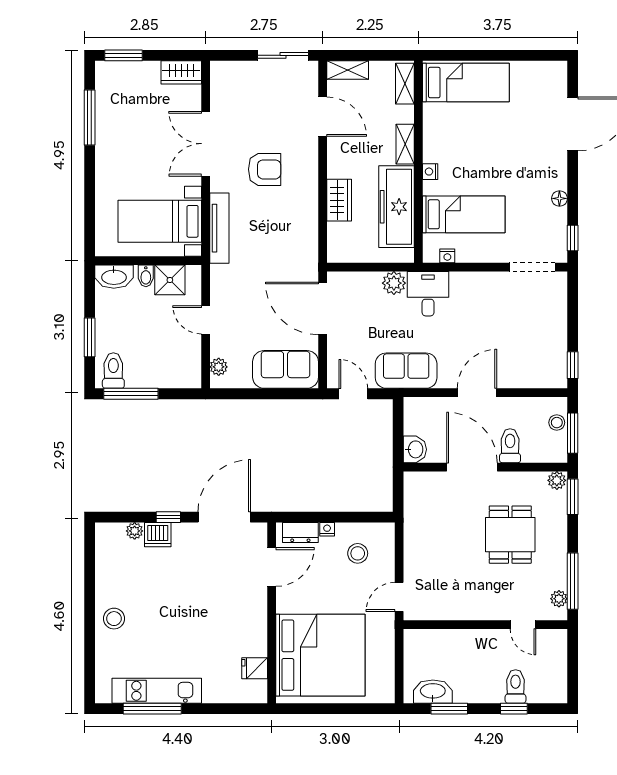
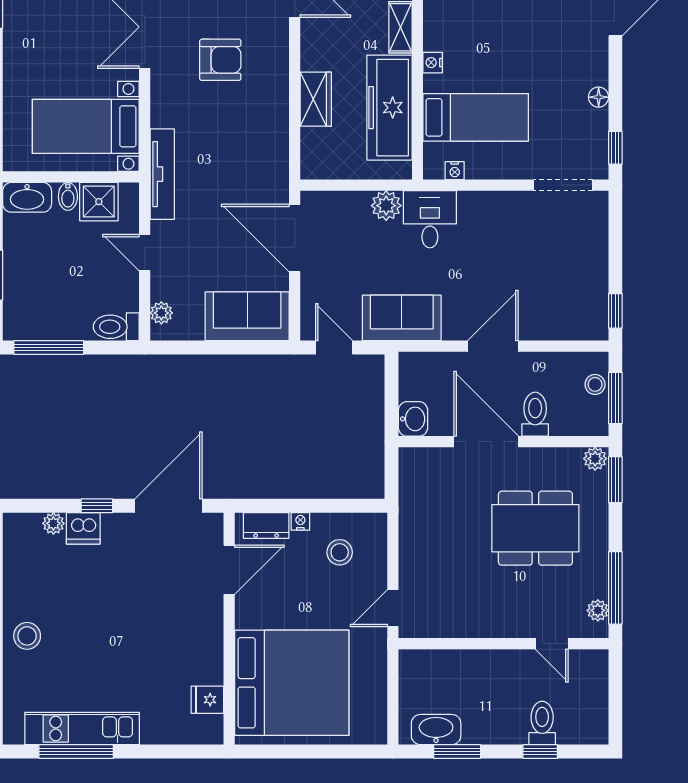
tv unit: (219, 228) -> (162, 174), moved
toilet: (113, 371) -> (116, 327), moved, turned -90
dining table: (510, 535) -> (535, 528), width x1.38

